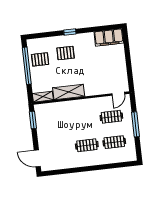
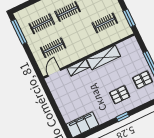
shelving: (43, 97) -> (78, 68), moved
clothes rail: (56, 123) -> (105, 23), added
window: (135, 124) -> (19, 32), moved

